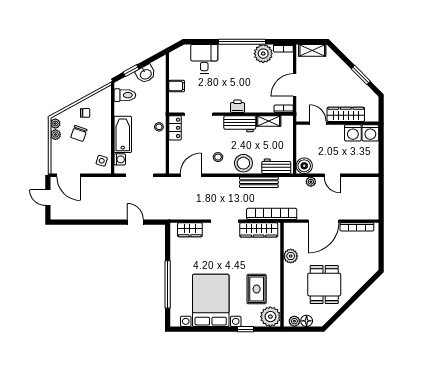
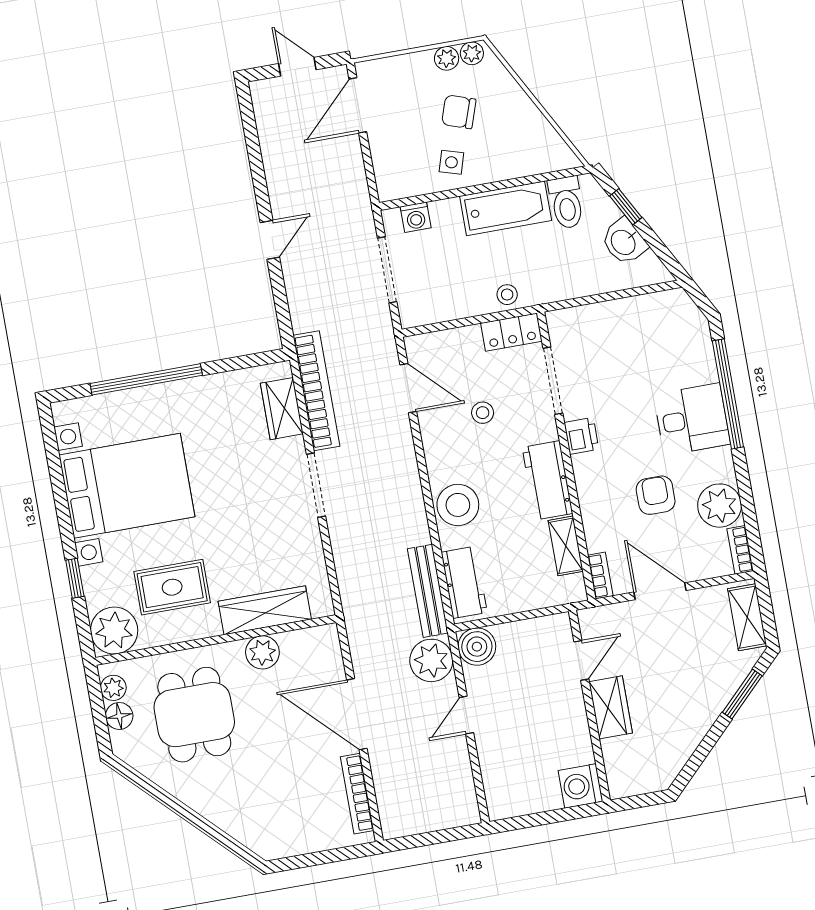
window: (242, 42) -> (728, 394), moved
desk: (204, 59) -> (692, 419), moved
window: (361, 75) -> (742, 694), moved
armchair: (254, 80) -> (656, 495), added
filing cabinet: (177, 86) -> (609, 319), removed
printer: (238, 106) -> (581, 436), moved
chair: (85, 113) -> (509, 118), removed
wardrobe: (346, 114) -> (611, 707), width x0.67
washing machine: (353, 133) -> (573, 746), removed
bathtub: (123, 134) -> (506, 208), moved
stool: (218, 157) -> (483, 413), moved
side table: (102, 161) -> (451, 162), moved
bench: (259, 182) -> (428, 591), moved
plant: (311, 182) -> (431, 660), width x1.87, depth x1.87
door: (48, 198) -> (297, 67), hinge flipped
bookcase: (272, 214) -> (316, 391), moved
door: (135, 222) -> (270, 240), moved
wardrobe: (259, 230) -> (265, 610), moved, turned 90
dining table: (324, 285) -> (194, 715), moved, turned 90

